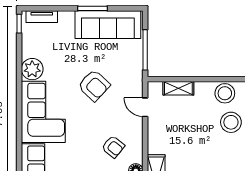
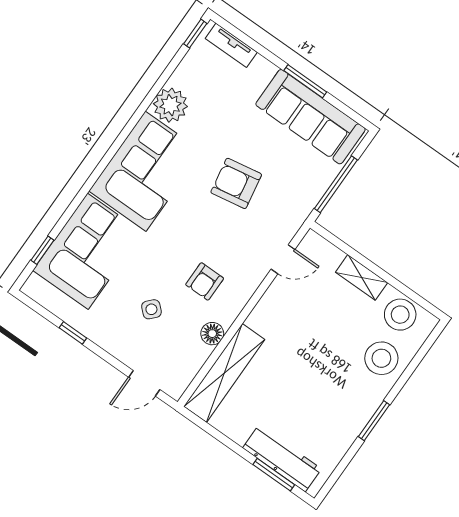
armchair: (94, 85) -> (236, 183), turned 127
shelving: (178, 88) -> (362, 277), moved
door: (145, 107) -> (283, 259), swing flipped
armchair: (113, 147) -> (205, 281), turned 51

